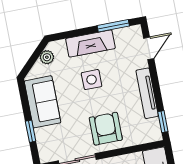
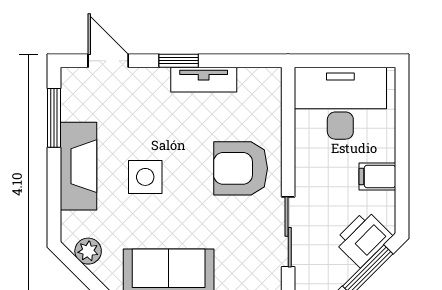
tv unit: (147, 93) -> (204, 80), width x0.71
window: (163, 122) -> (179, 61), moved

